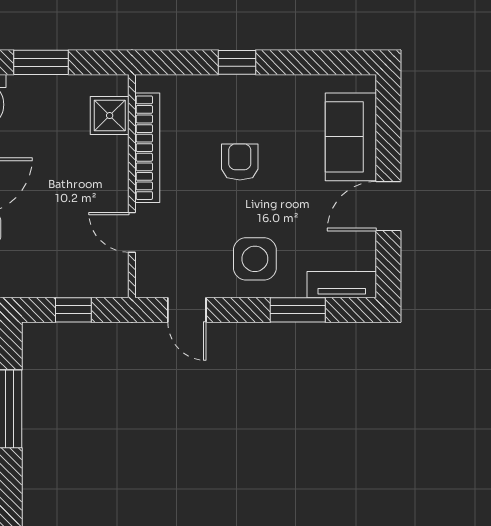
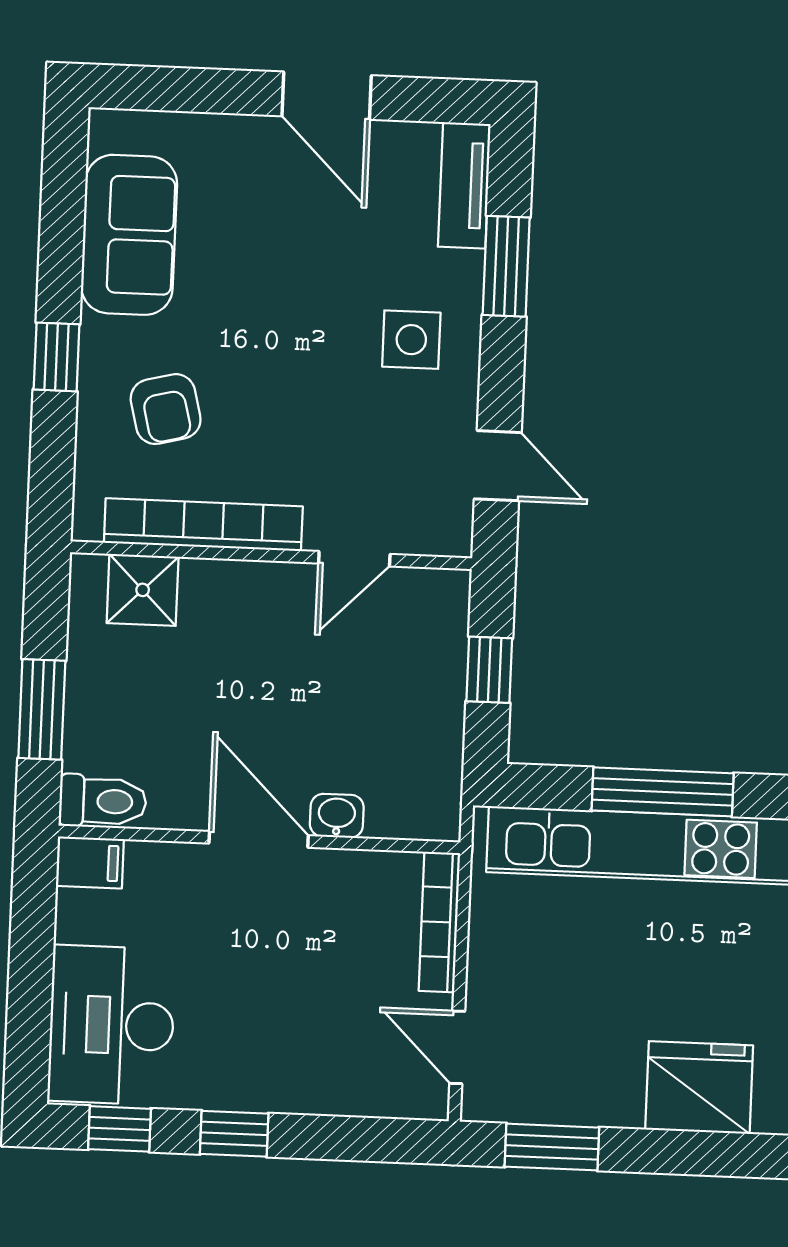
sofa: (351, 137) -> (129, 235), moved, turned -90
armchair: (240, 162) -> (166, 409), moved, turned -104
side table: (255, 259) -> (411, 340), width x0.73, depth x0.73
door: (187, 310) -> (498, 466), hinge flipped

